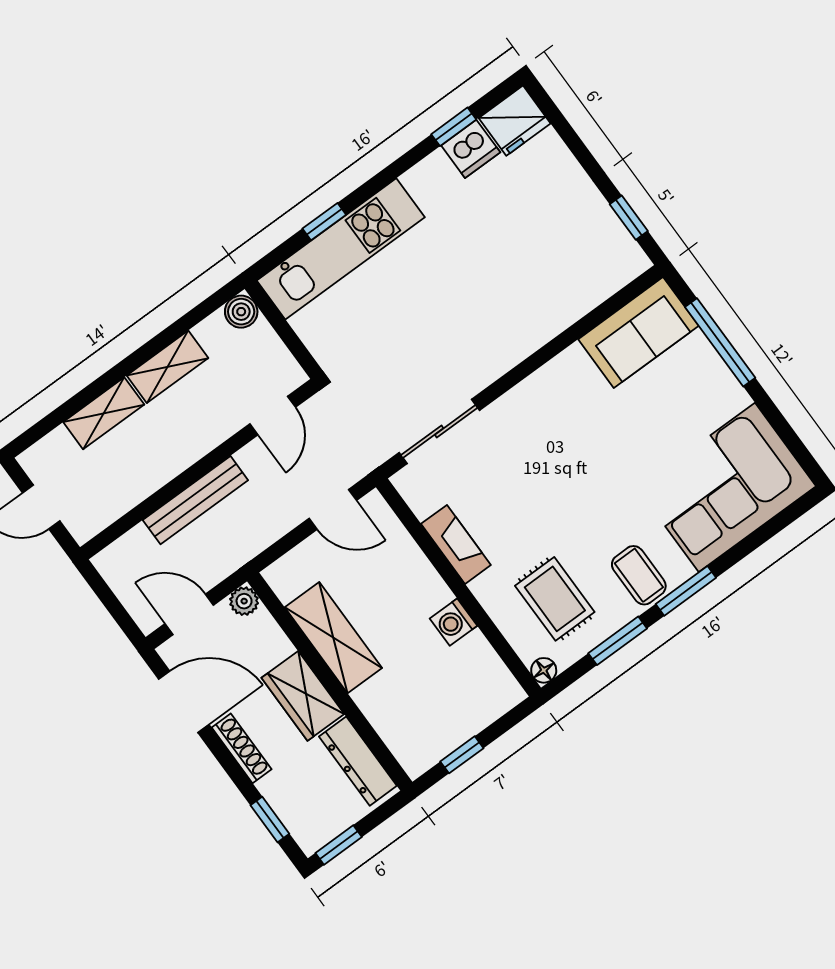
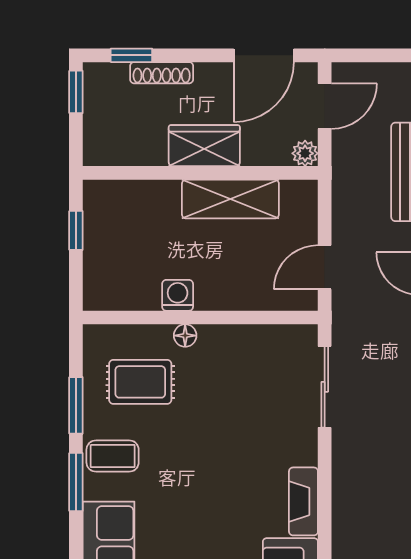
fireplace: (456, 544) -> (303, 501), moved, turned 90
floor lamp: (544, 670) -> (185, 336), moved
shoe rack: (242, 748) -> (162, 73), moved
dresser: (358, 761) -> (127, 151), removed

